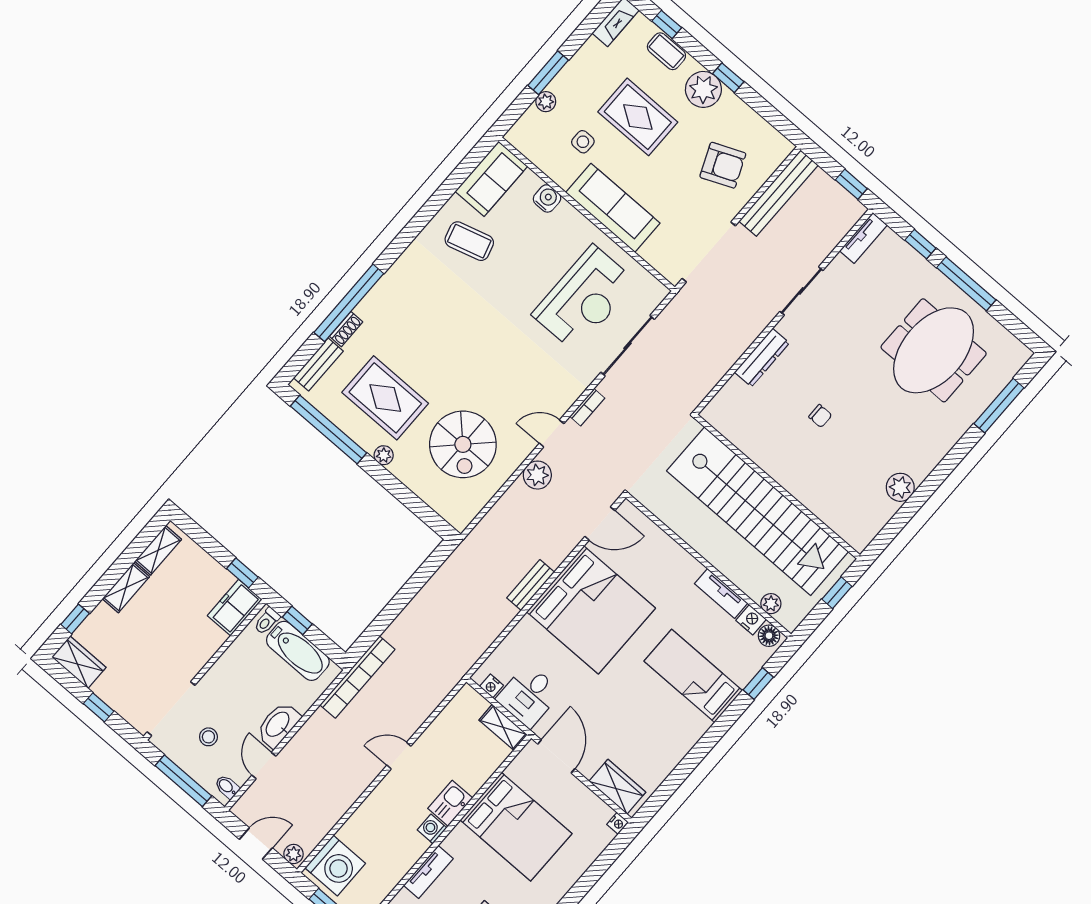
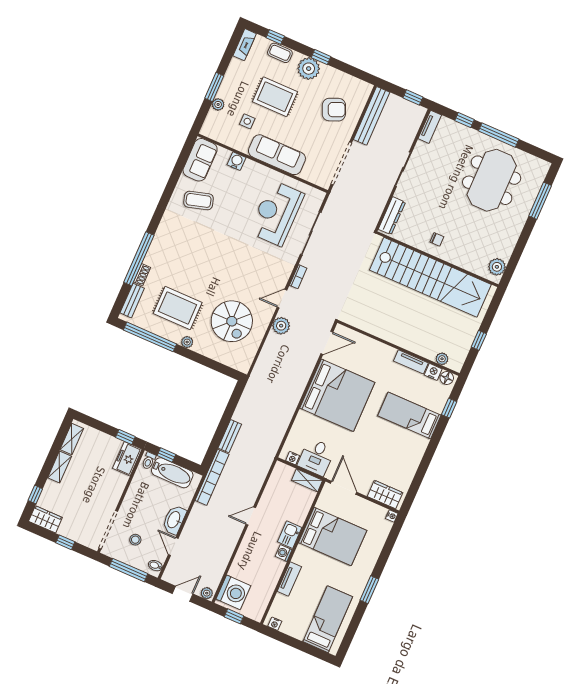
reception desk: (584, 298) -> (276, 213), turned 180
wall: (777, 487) -> (437, 259), moved
stairs: (758, 511) -> (430, 277), moved
bench: (531, 585) -> (230, 436), moved

